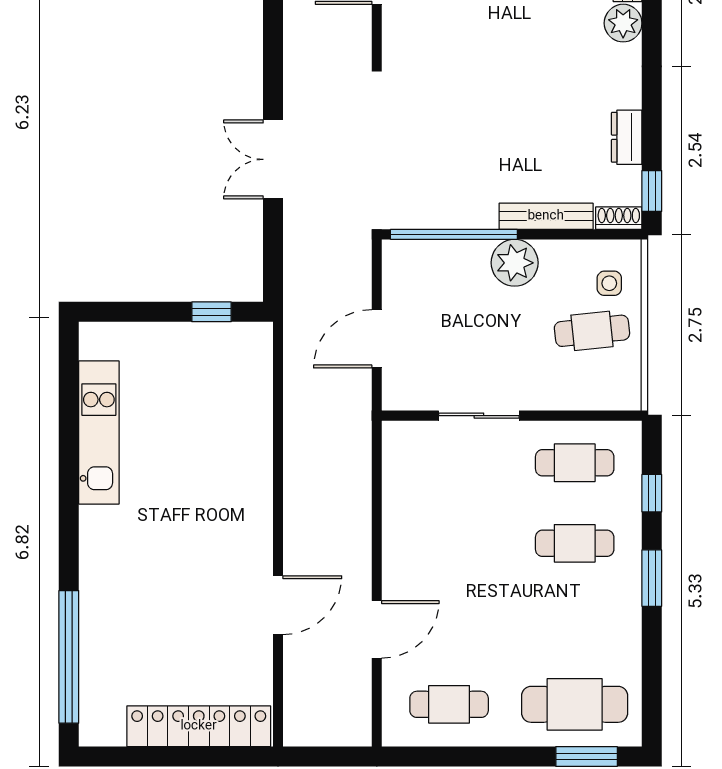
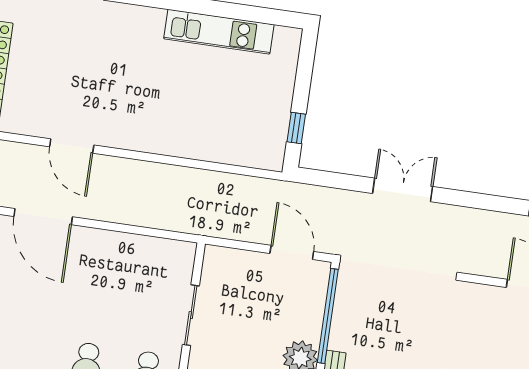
door: (377, 339) -> (292, 252), moved
door: (377, 629) -> (43, 217), width x1.36

